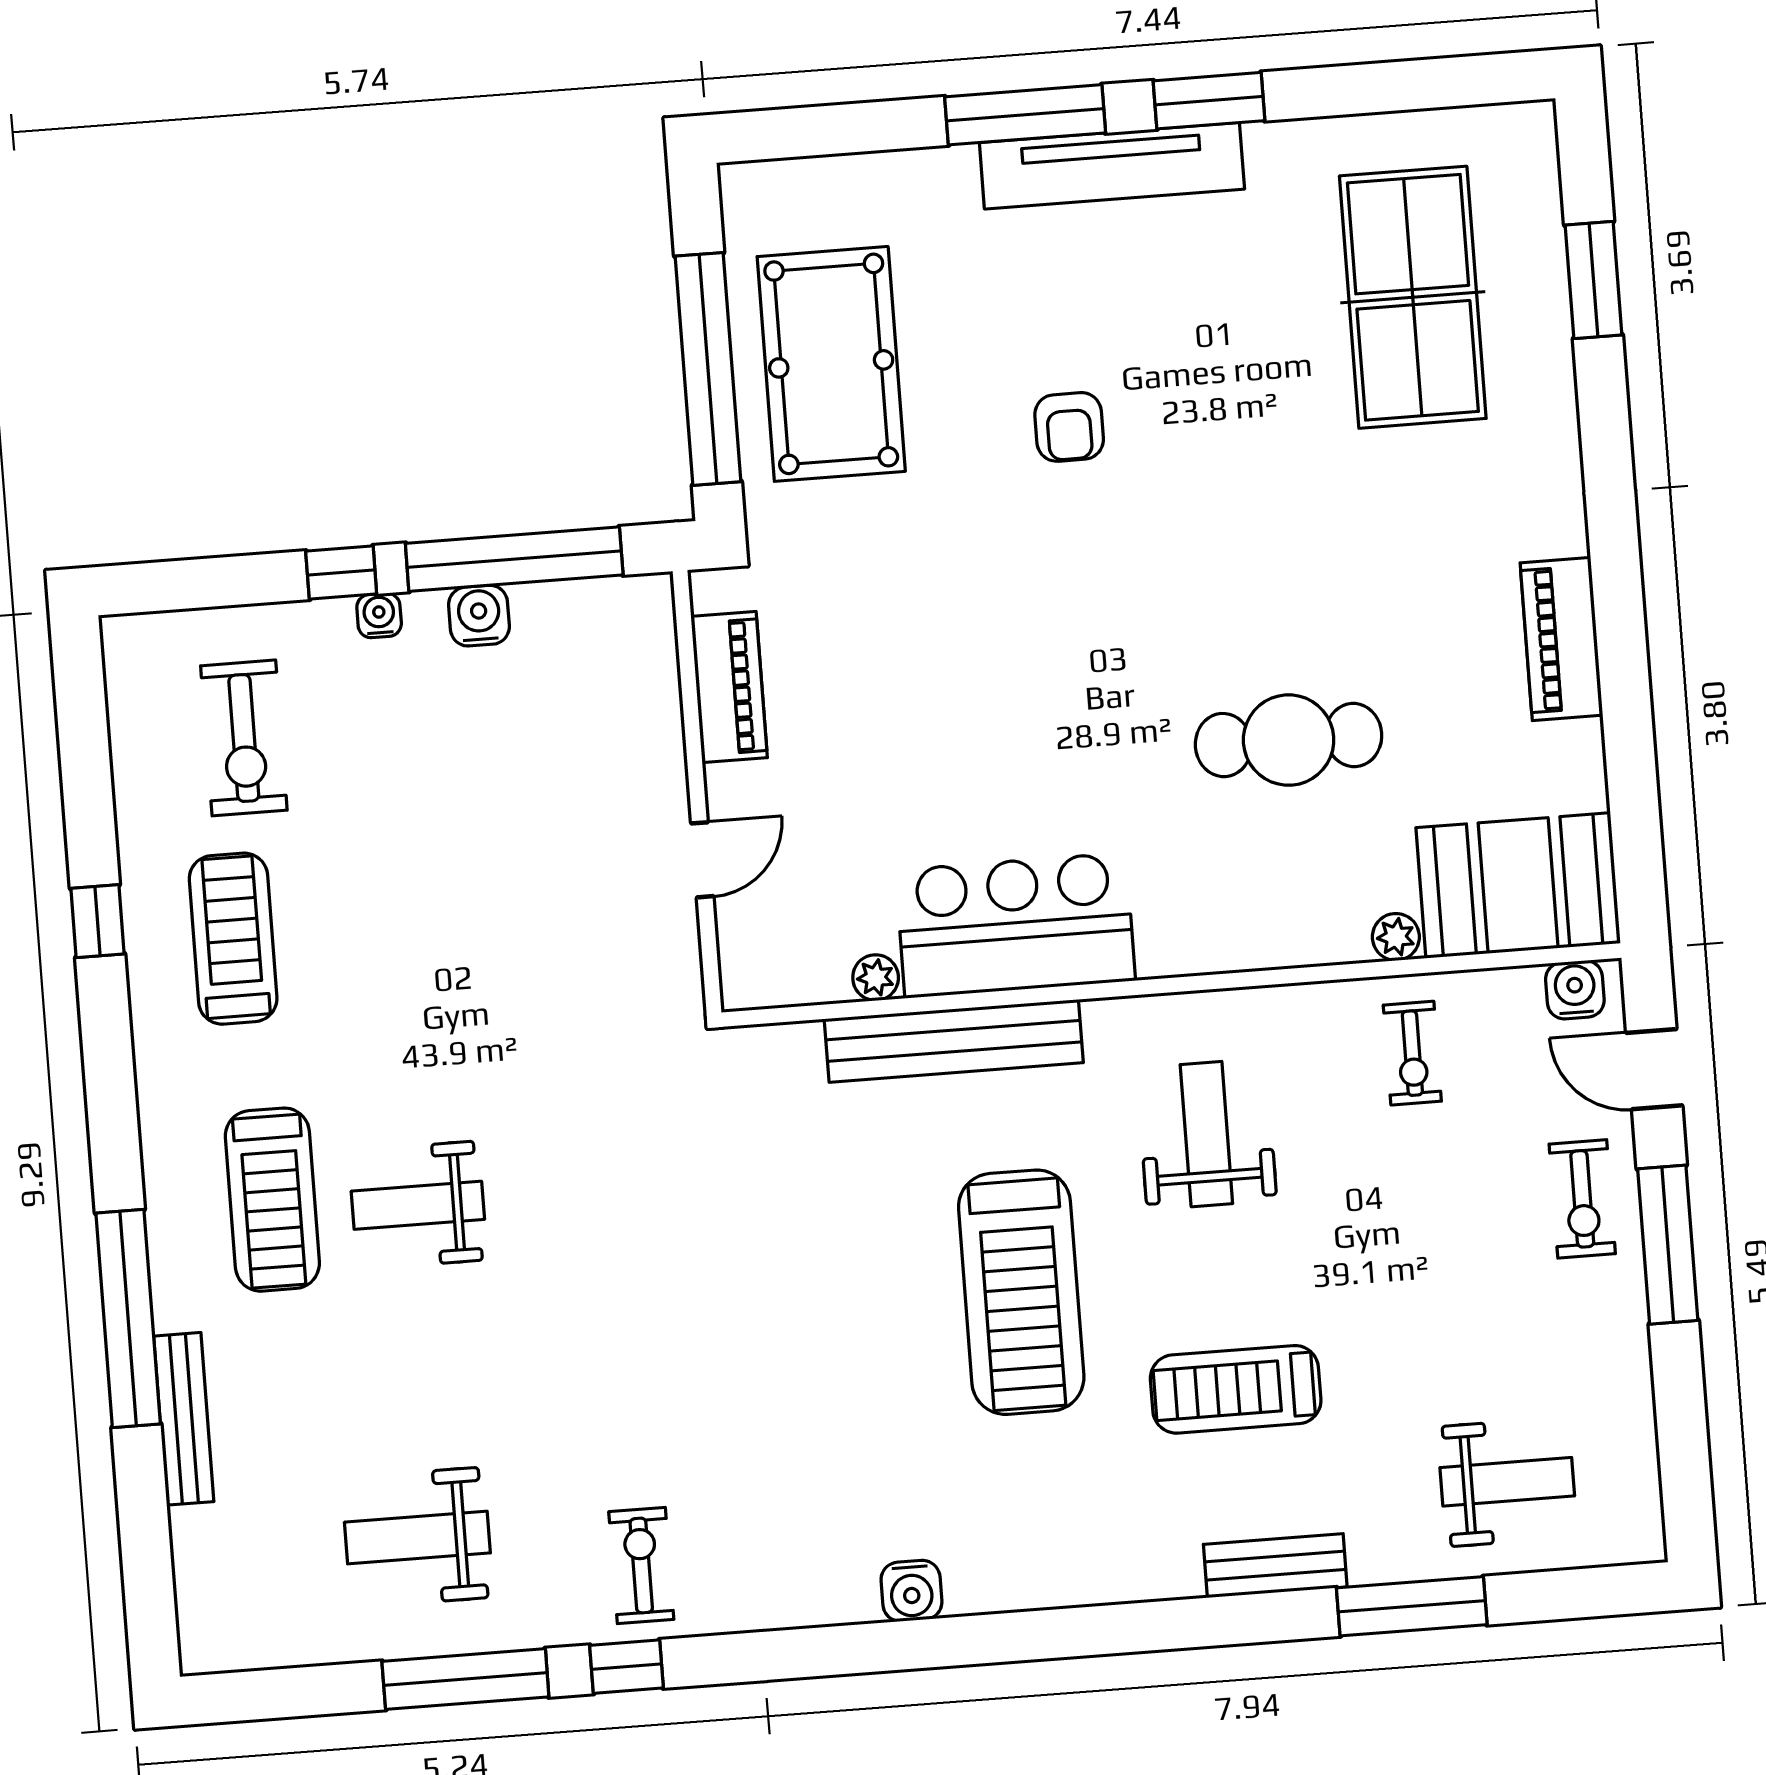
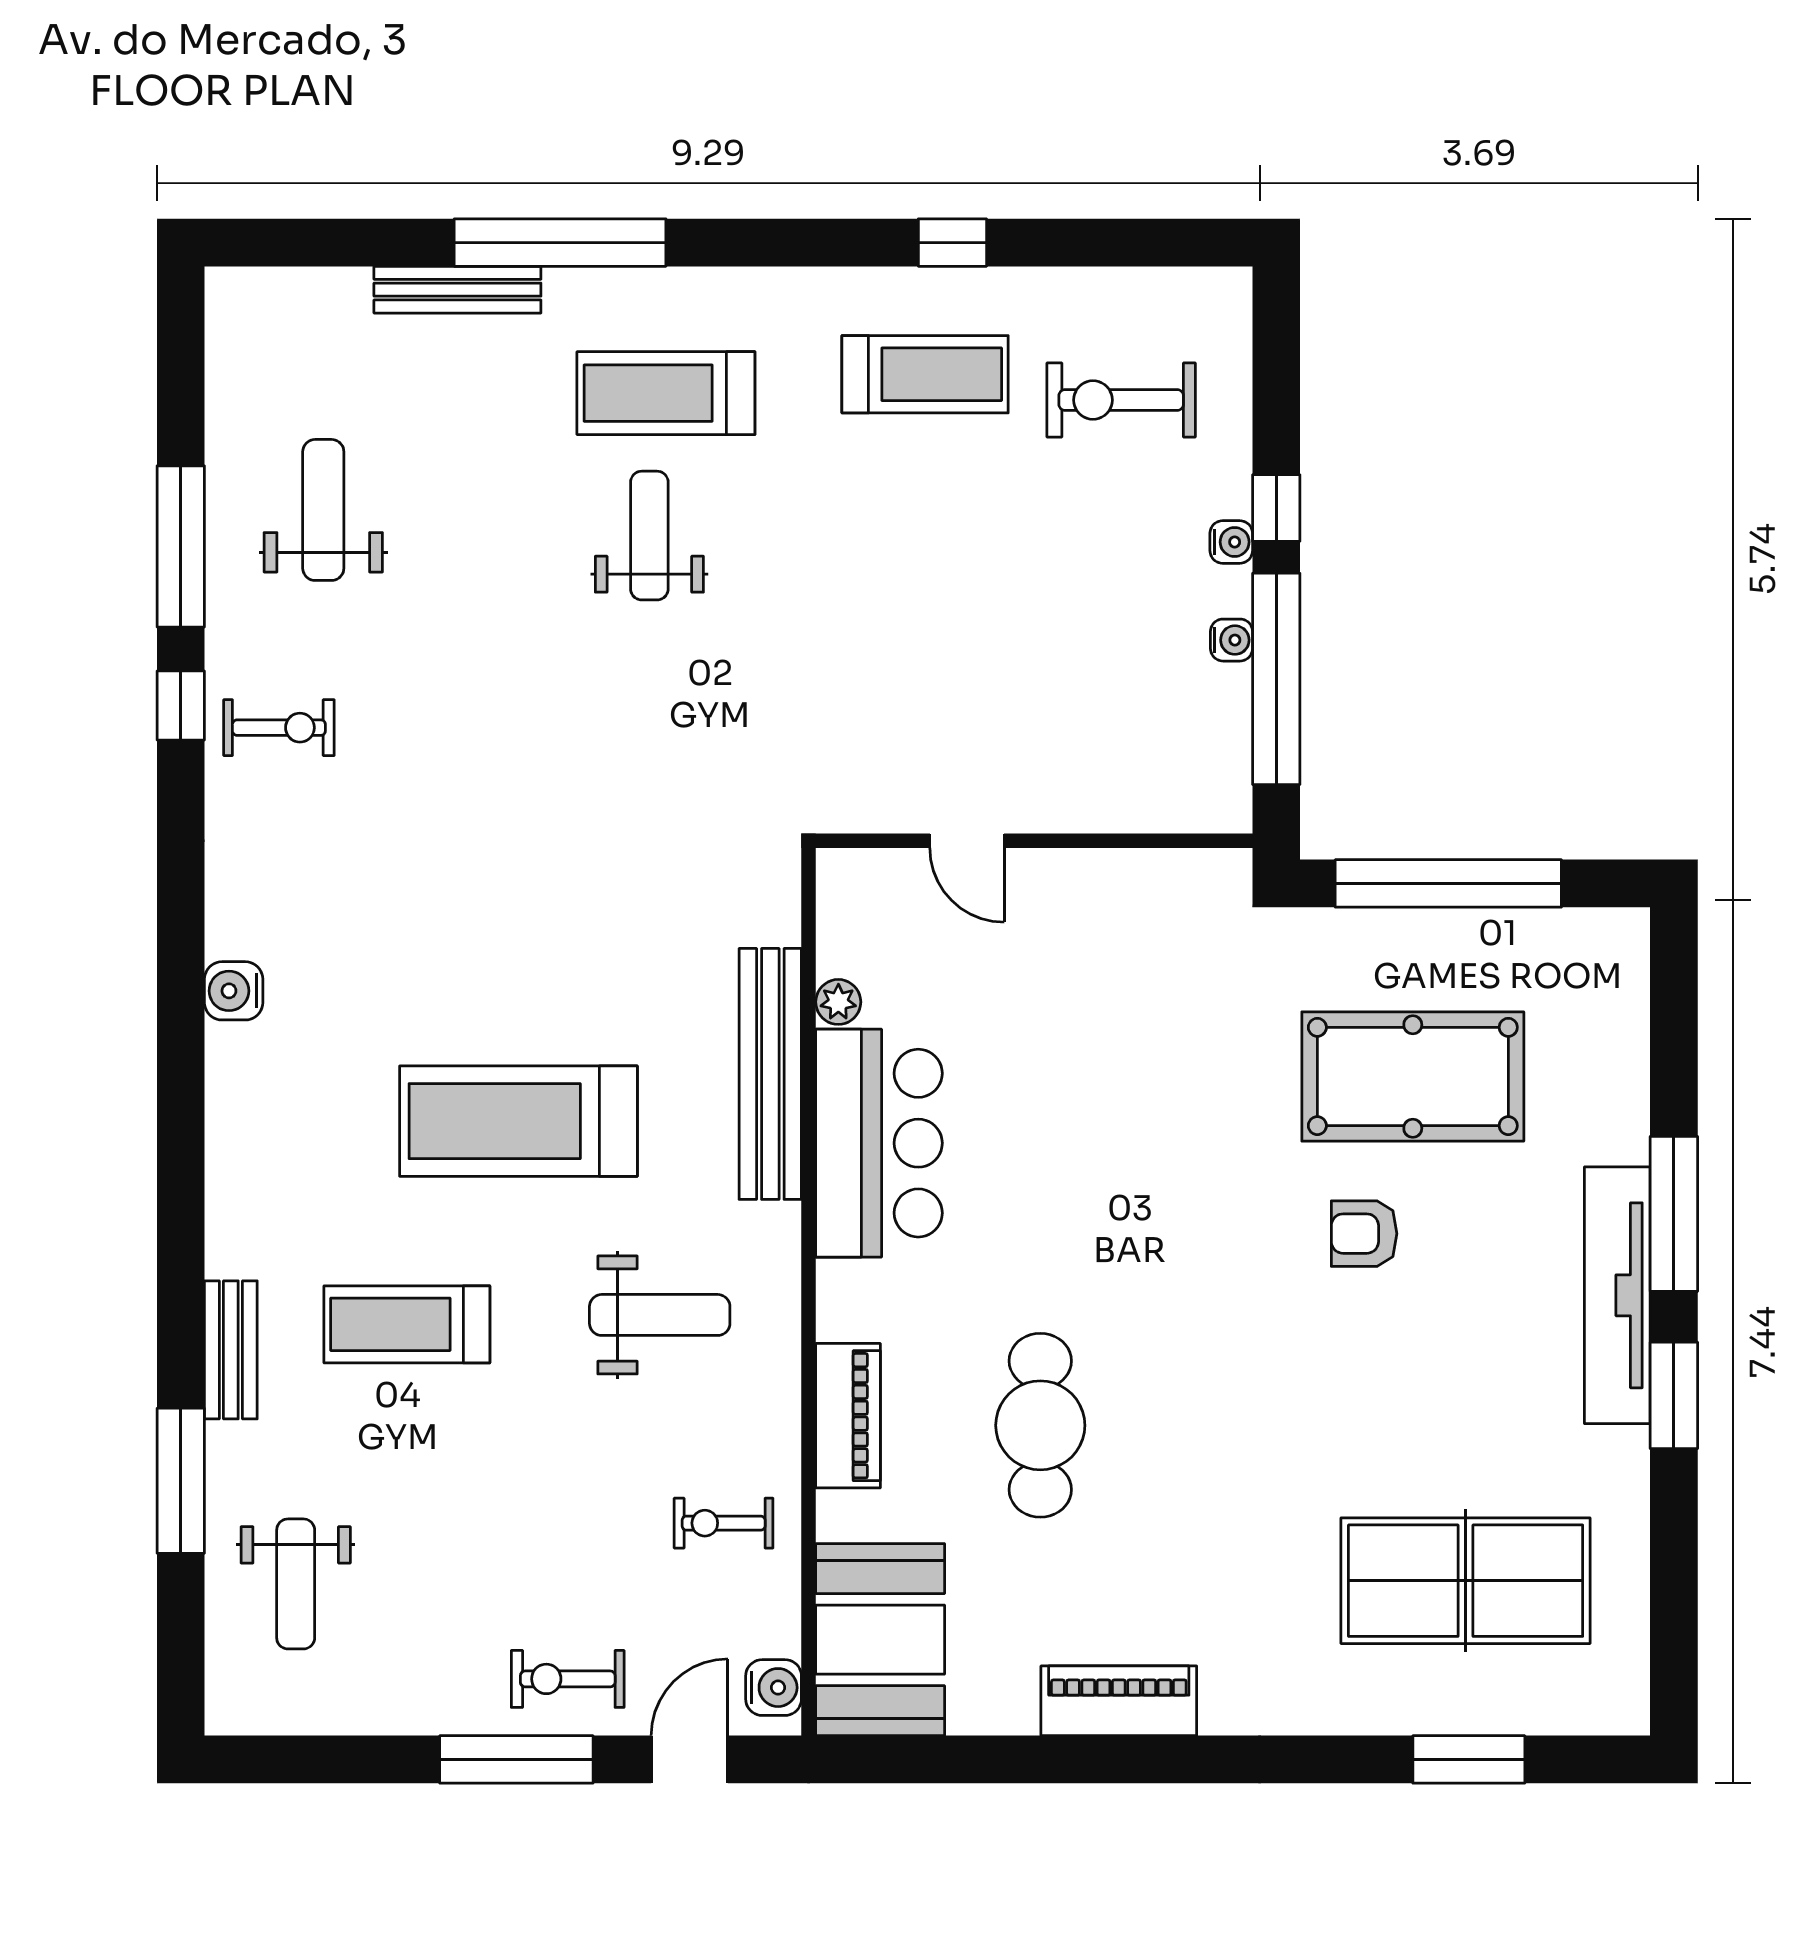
pool table: (831, 364) -> (1413, 1076), moved
water cooler: (479, 616) -> (1232, 640), width x0.72, depth x0.72
piano: (729, 687) -> (848, 1416), moved, turned -90
plant: (1396, 937) -> (839, 1516), removed
treadmill: (1236, 1389) -> (407, 1324), turned -90

